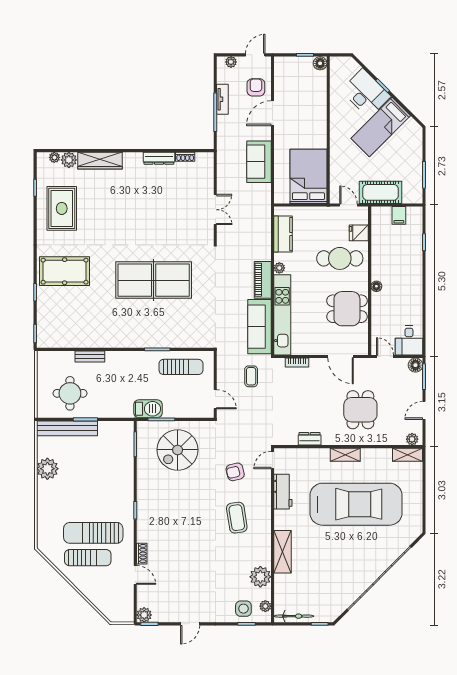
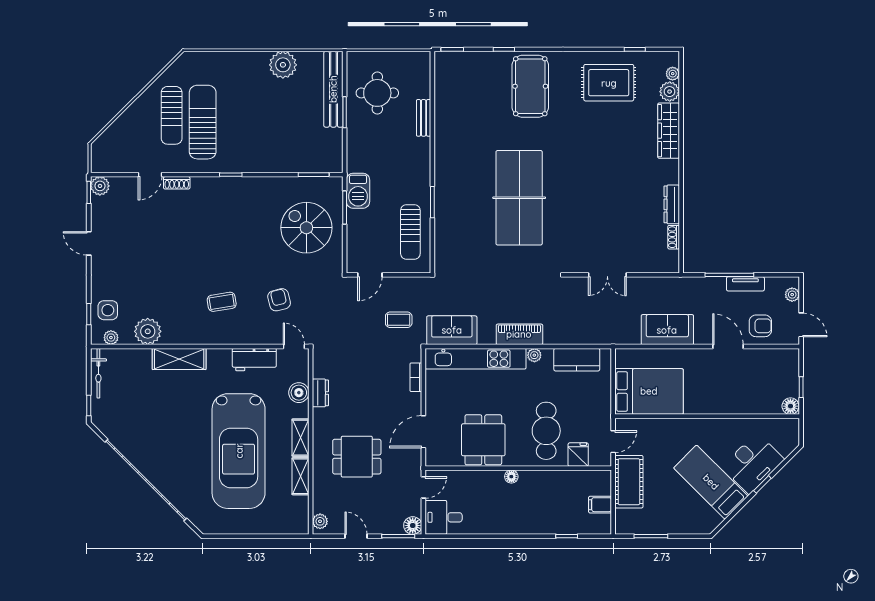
sofa: (259, 327) -> (452, 330), width x0.73
shelving: (408, 455) -> (300, 476), moved
boiler: (309, 456) -> (299, 393), added
coffee table: (237, 518) -> (222, 302), width x0.73, depth x0.77

